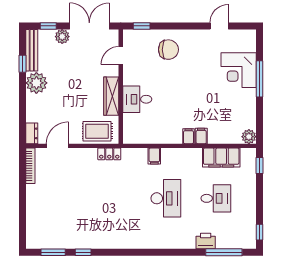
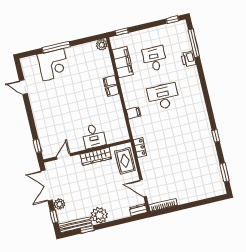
chair: (168, 50) -> (50, 121), removed
door: (121, 56) -> (63, 156), swing flipped
window: (83, 252) -> (216, 136), moved

